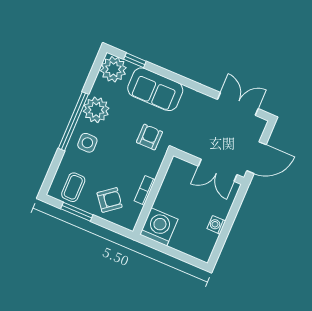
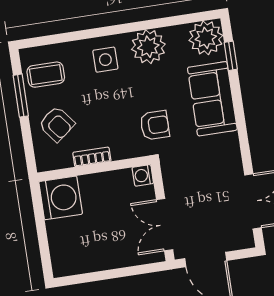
window: (73, 121) -> (120, 29), removed
washing machine: (216, 225) -> (143, 175), moved, turned -90

